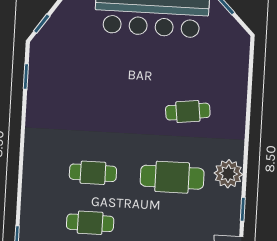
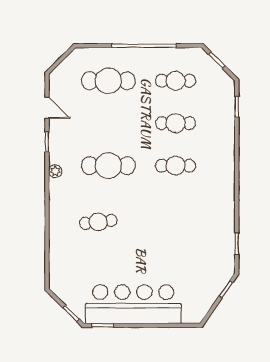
plant: (228, 174) -> (55, 171), width x0.53, depth x0.53

